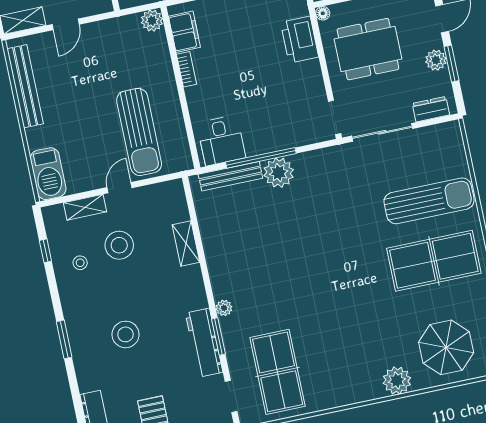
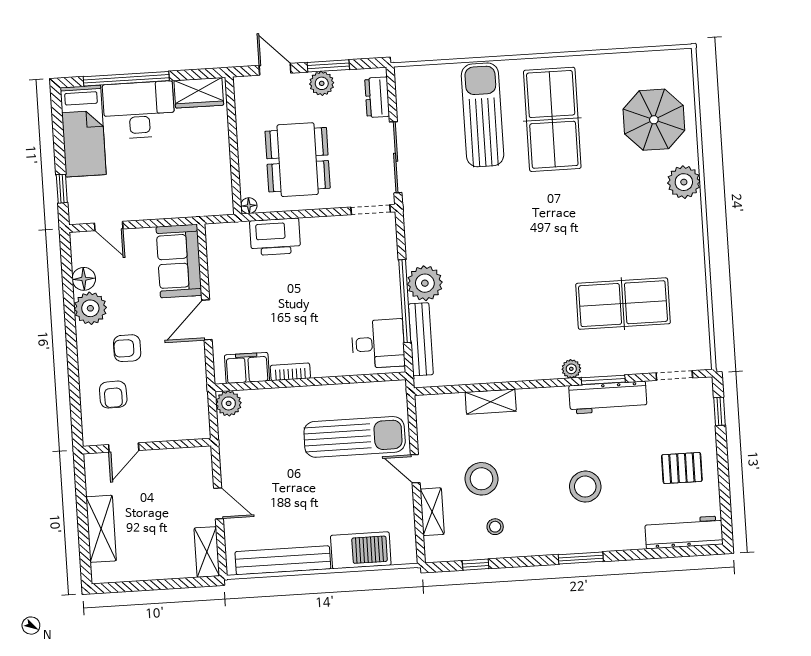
barbecue: (48, 174) -> (361, 550), moved
table tennis table: (278, 372) -> (623, 304), moved

